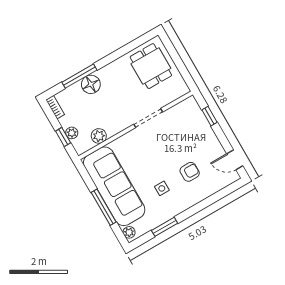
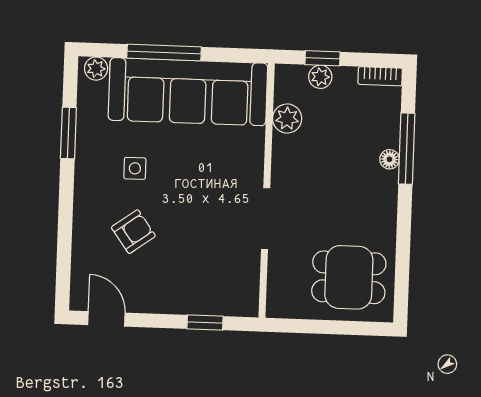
floor lamp: (91, 84) -> (389, 159), width x0.53, depth x0.53
door: (235, 160) -> (106, 319), hinge flipped
armchair: (190, 172) -> (133, 232), turned -126

